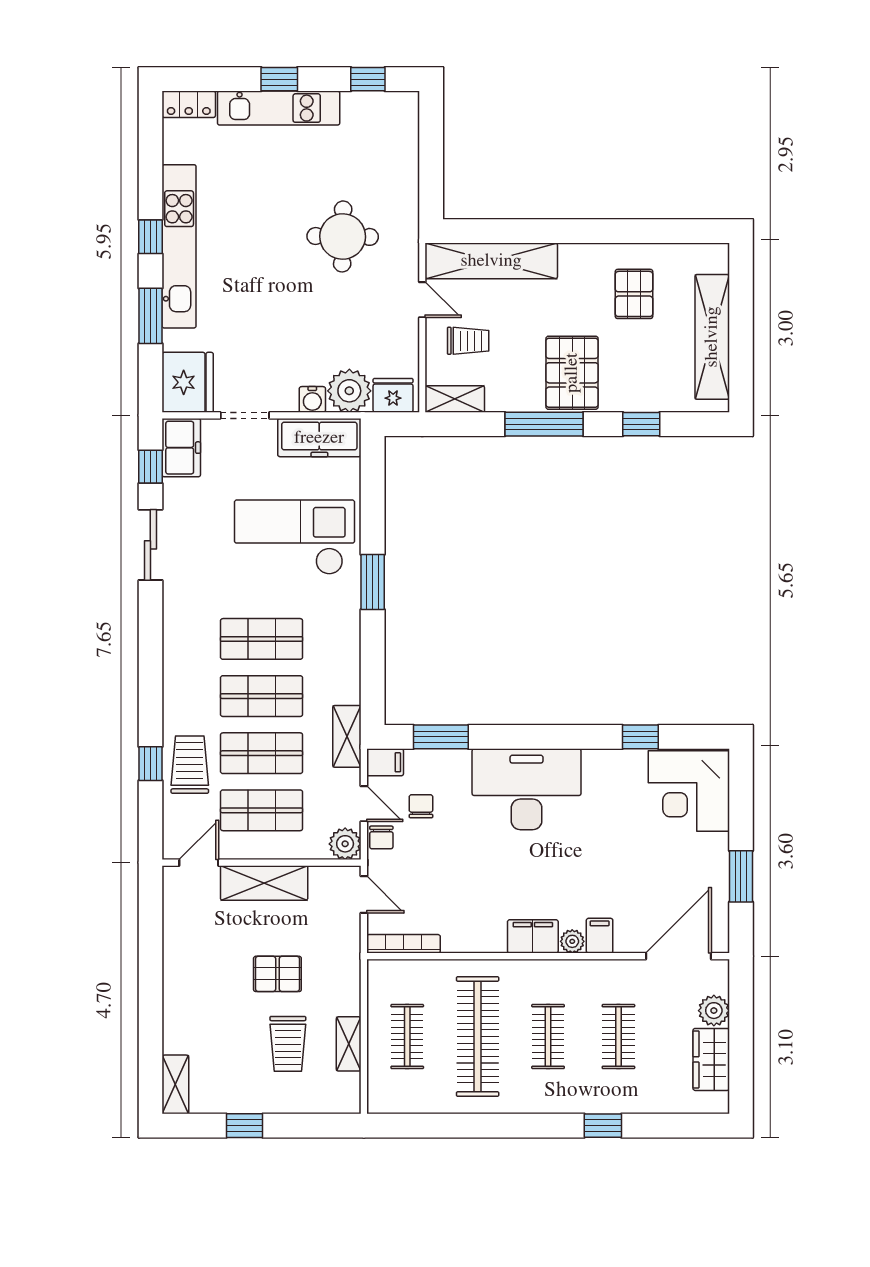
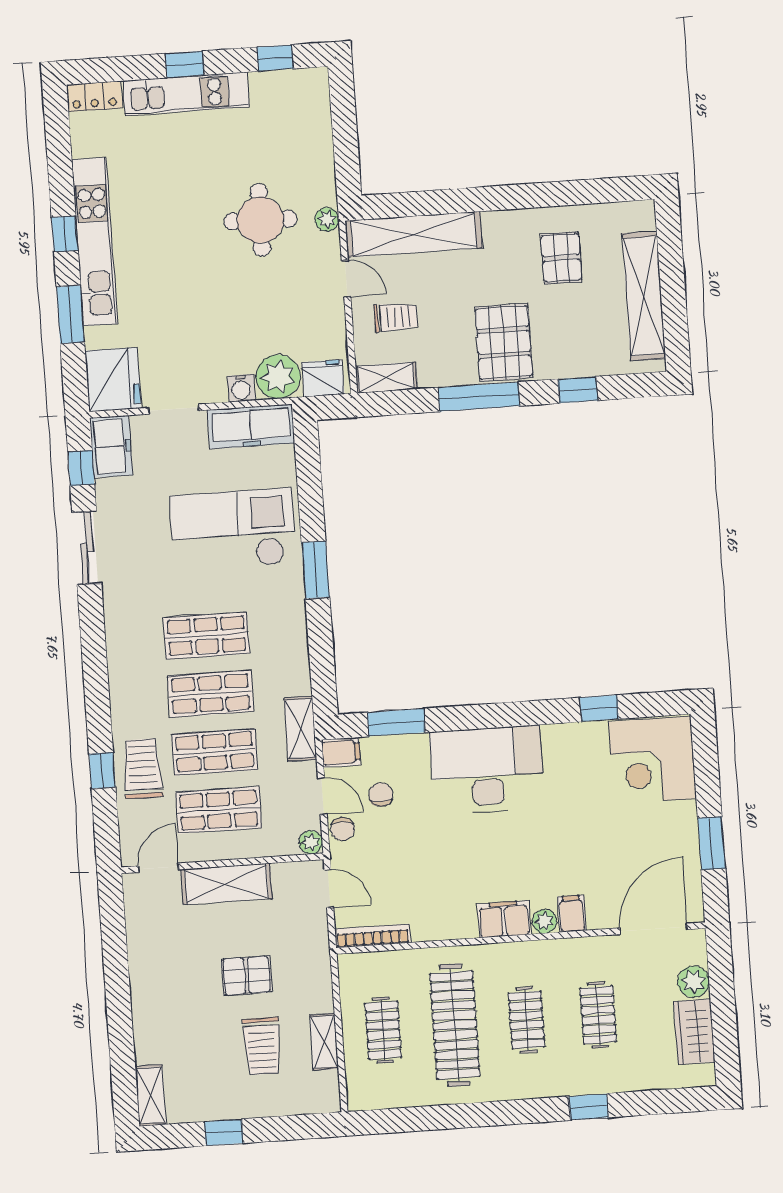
plant: (408, 240) -> (327, 219), added
plant: (345, 844) -> (311, 842), width x0.73, depth x0.73

